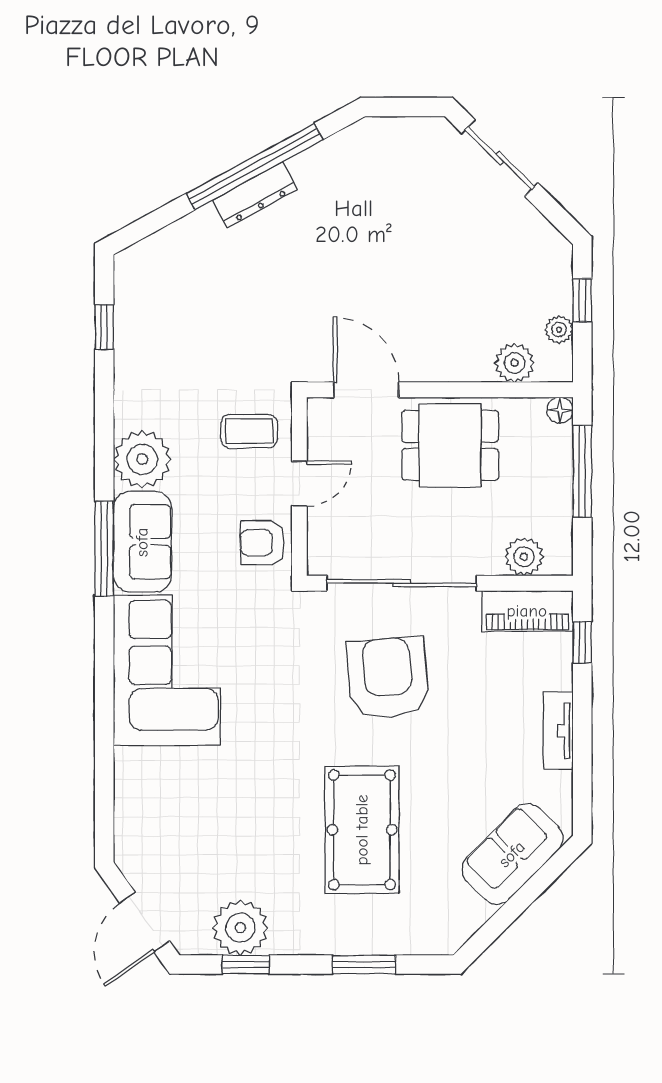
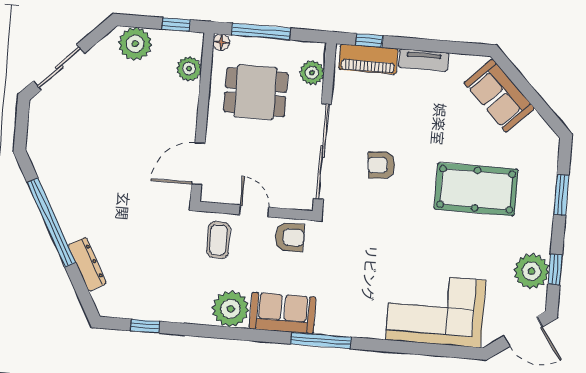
dresser: (255, 195) -> (87, 264), moved
window: (582, 300) -> (176, 25), moved
plant: (559, 330) -> (135, 44), moved, width x1.88, depth x1.88
dining table: (450, 445) -> (256, 92), moved, turned 90
armchair: (263, 543) -> (290, 237), turned -90
window: (104, 549) -> (321, 340), moved
piano: (527, 611) -> (368, 59), moved, turned 90
corner sofa: (167, 670) -> (436, 310), moved
armchair: (388, 678) -> (381, 165), width x0.53, depth x0.53

